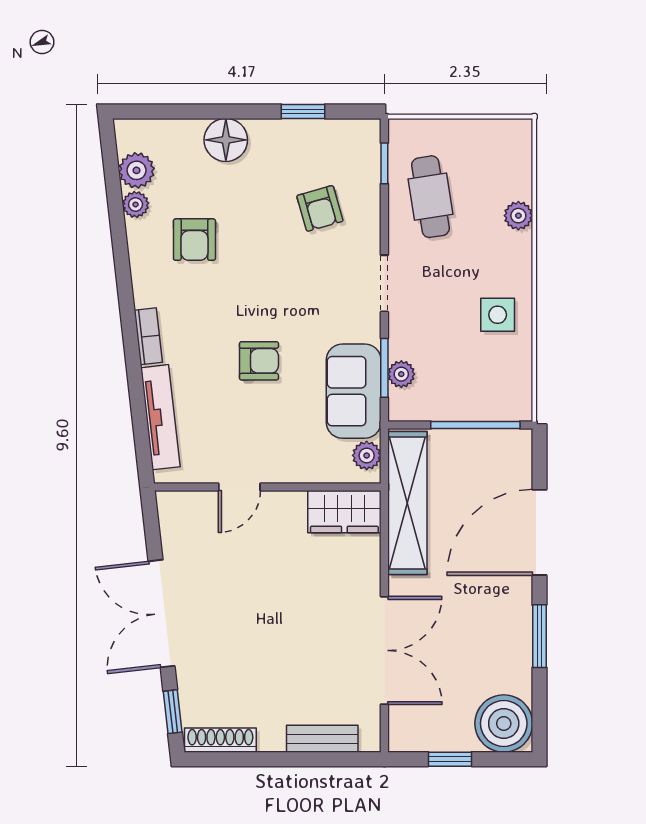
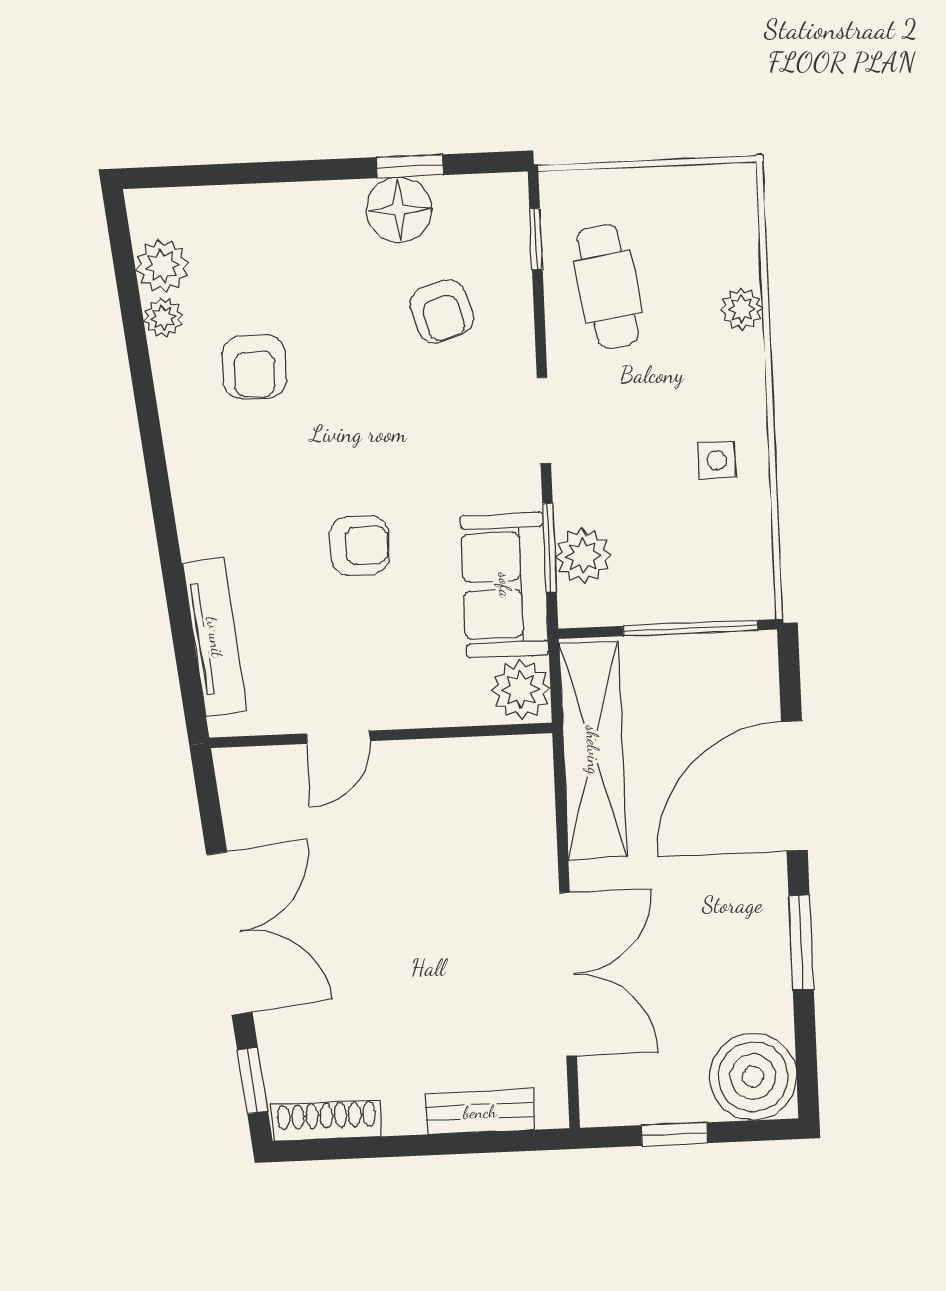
floor lamp: (226, 140) -> (399, 210), moved
side table: (498, 315) -> (717, 460), width x0.73, depth x0.73
bookcase: (148, 336) -> (191, 516), removed
plant: (401, 374) -> (583, 556), width x1.38, depth x1.38
plant: (367, 455) -> (521, 690), width x1.38, depth x1.38
wardrobe: (344, 512) -> (499, 767), removed
double door: (162, 614) -> (229, 933), swing flipped

